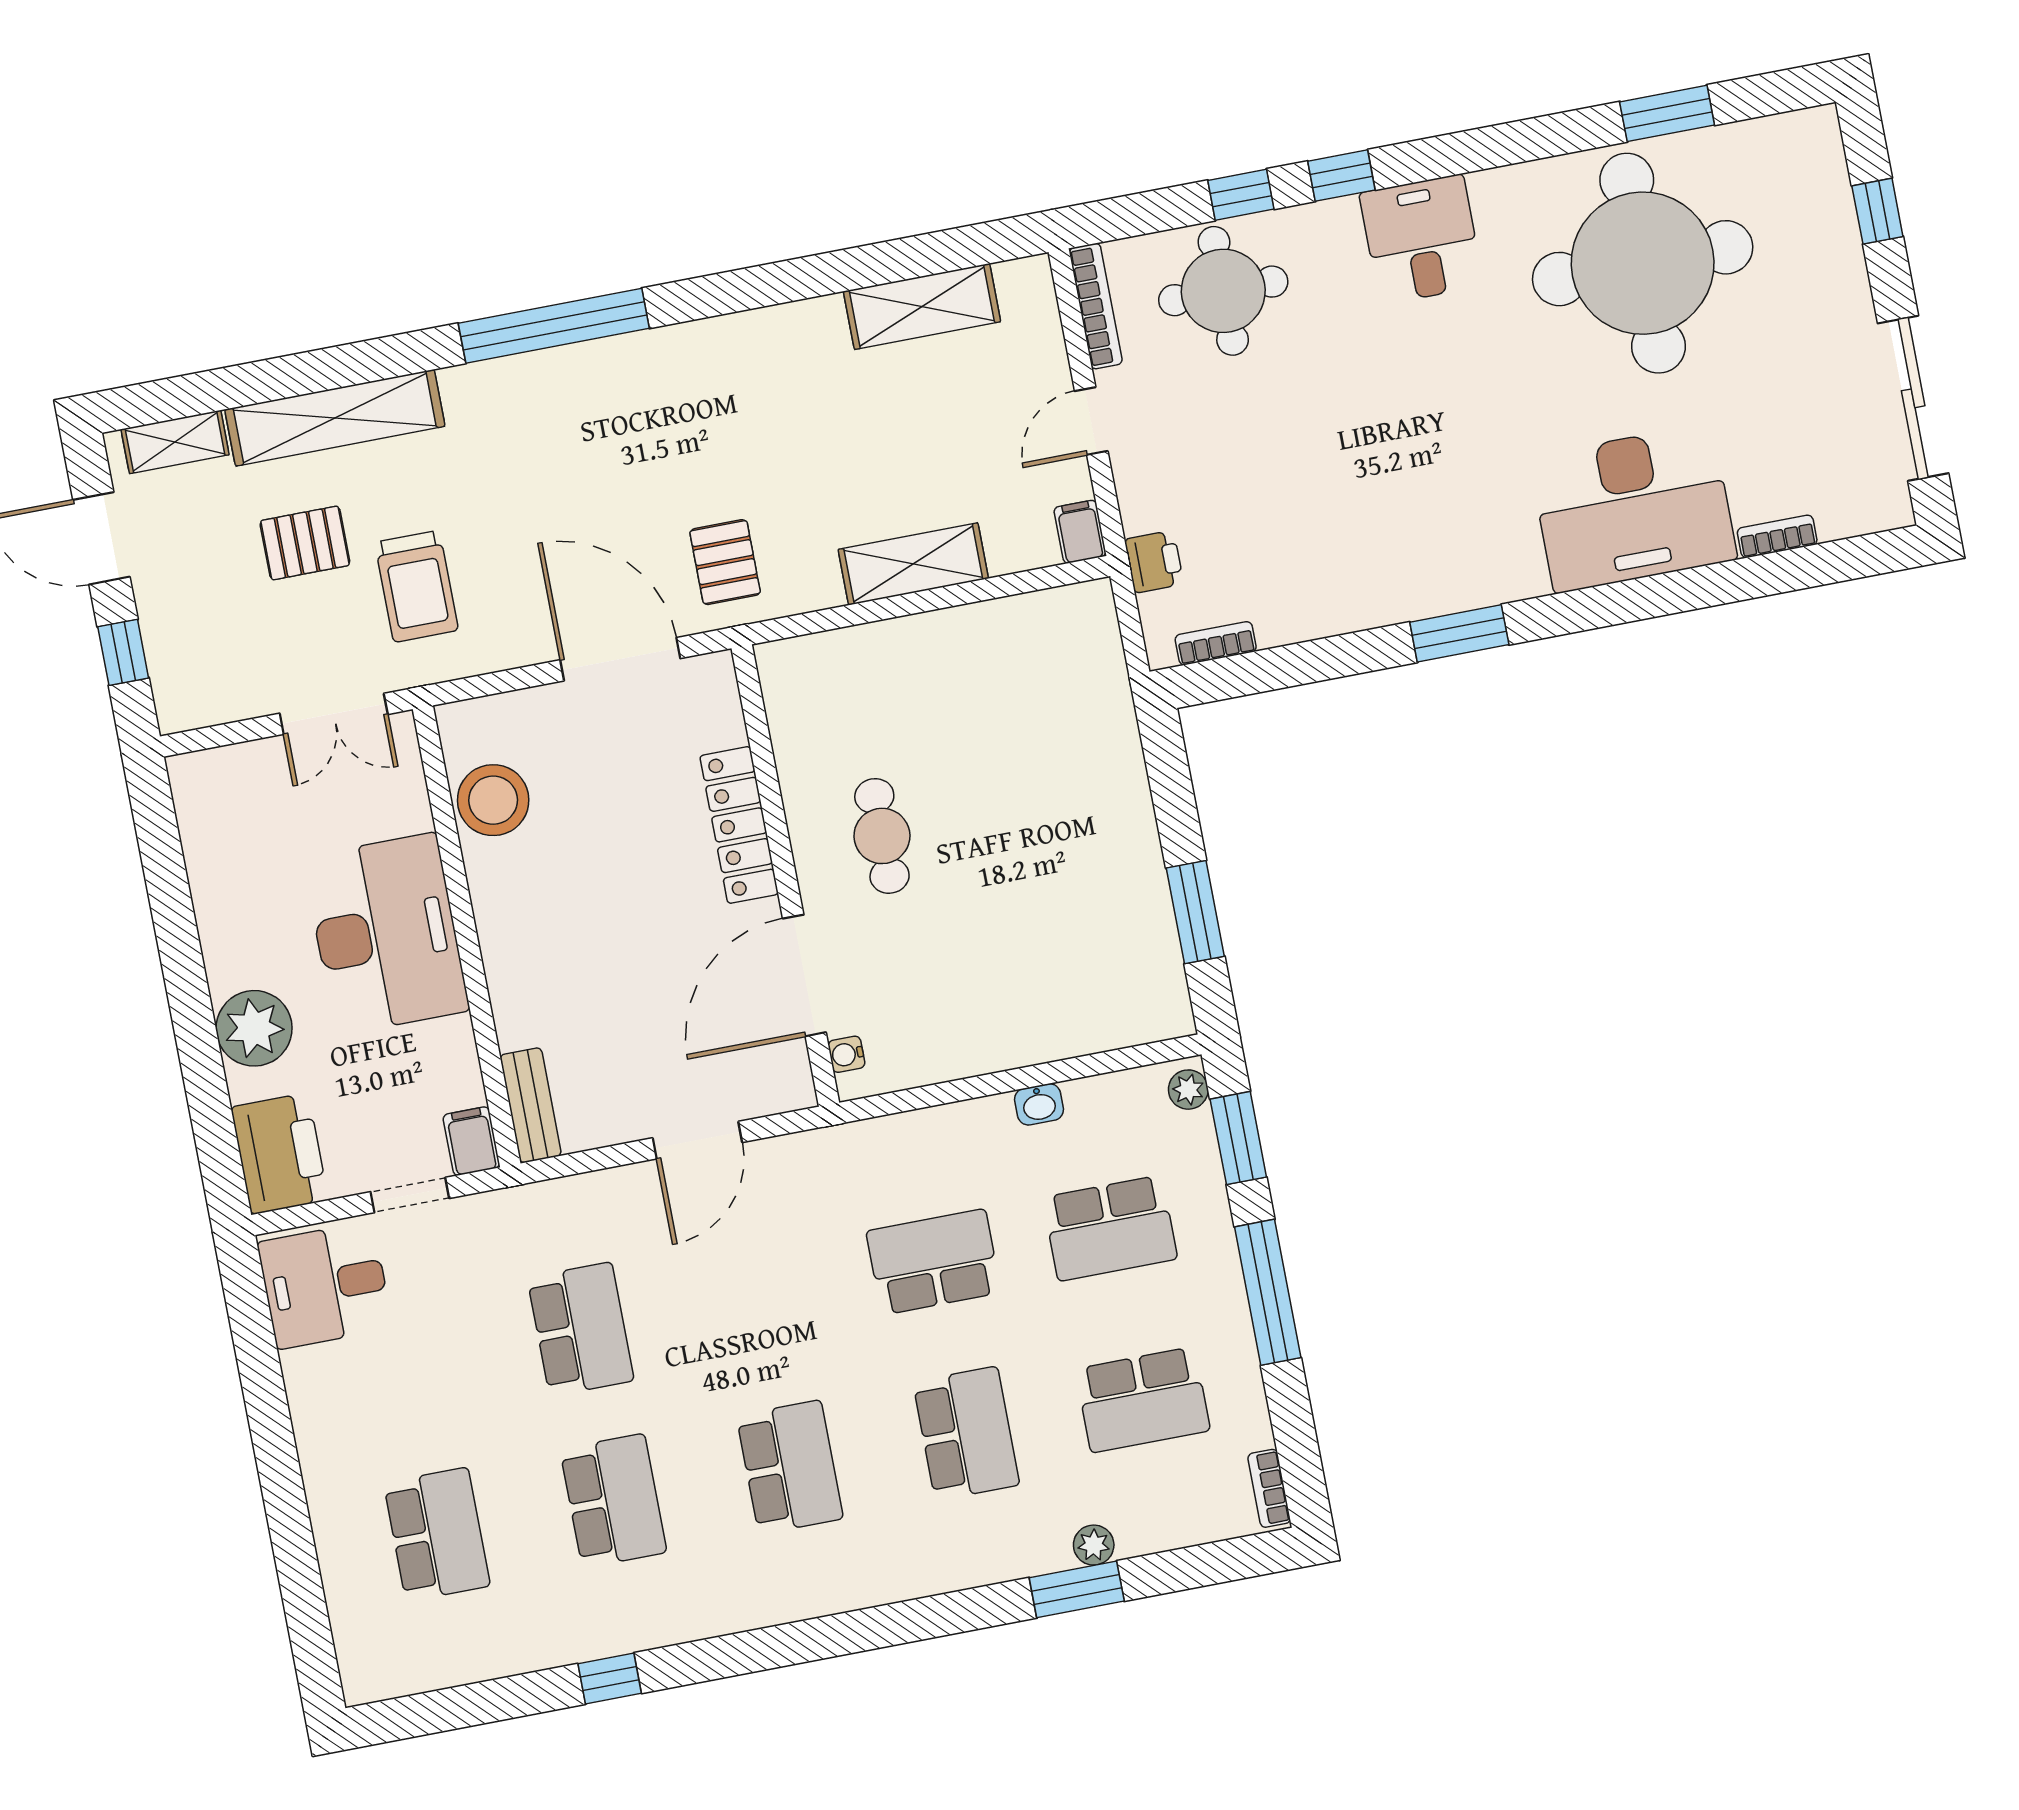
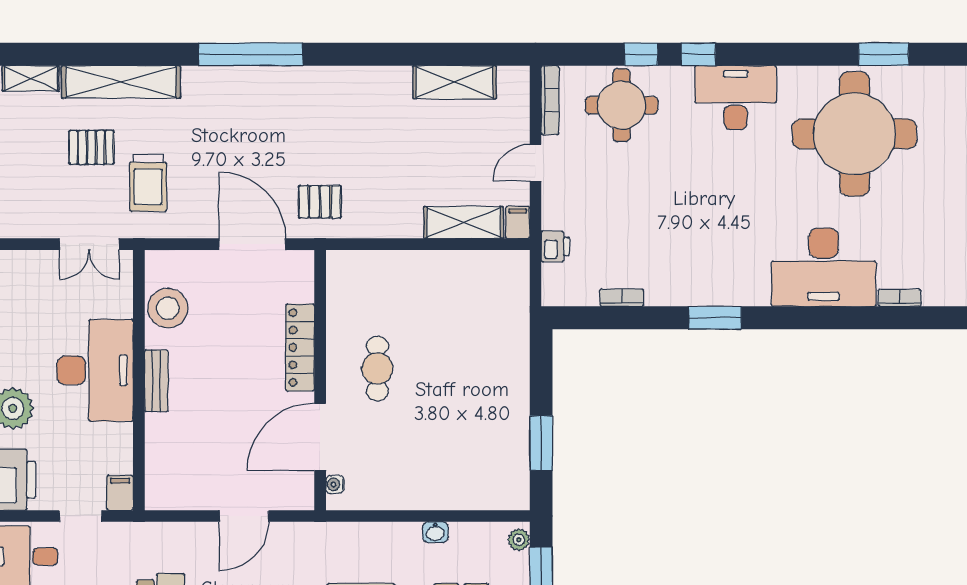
desk: (1421, 239) -> (736, 98), width x1.37
pallet: (725, 562) -> (320, 202), turned 90
shelving: (913, 564) -> (464, 223), moved
bookcase: (1216, 643) -> (622, 298), moved
bench: (531, 1105) -> (156, 381), moved

